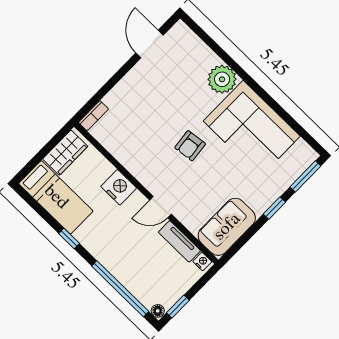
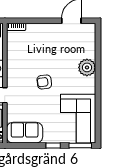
corner sofa: (252, 129) -> (78, 119), moved

